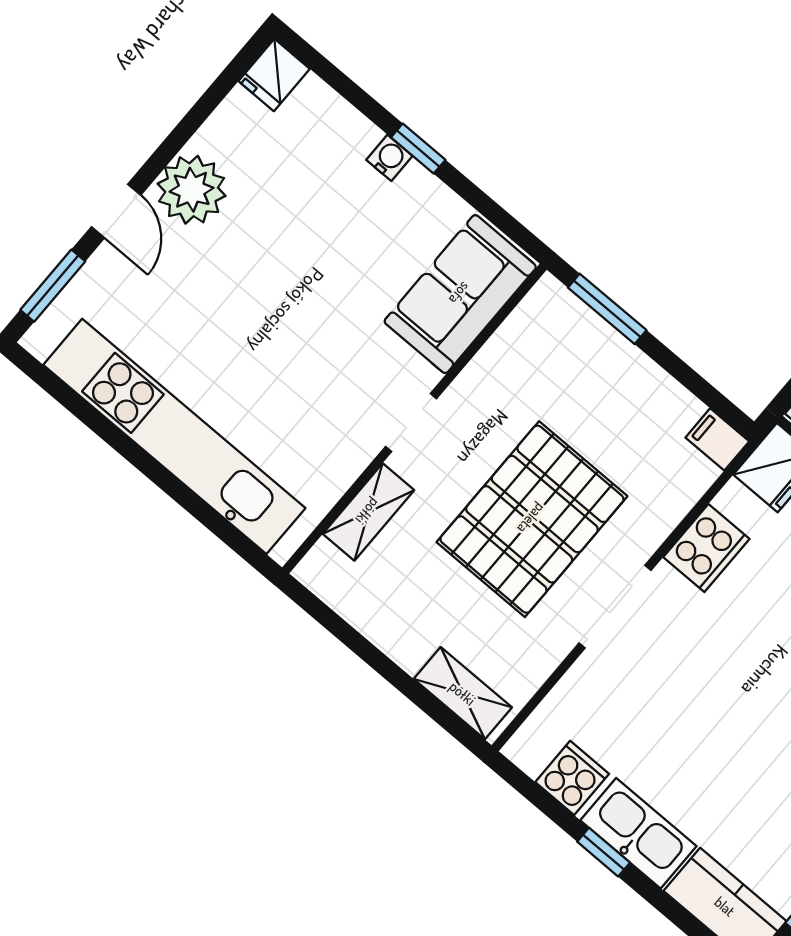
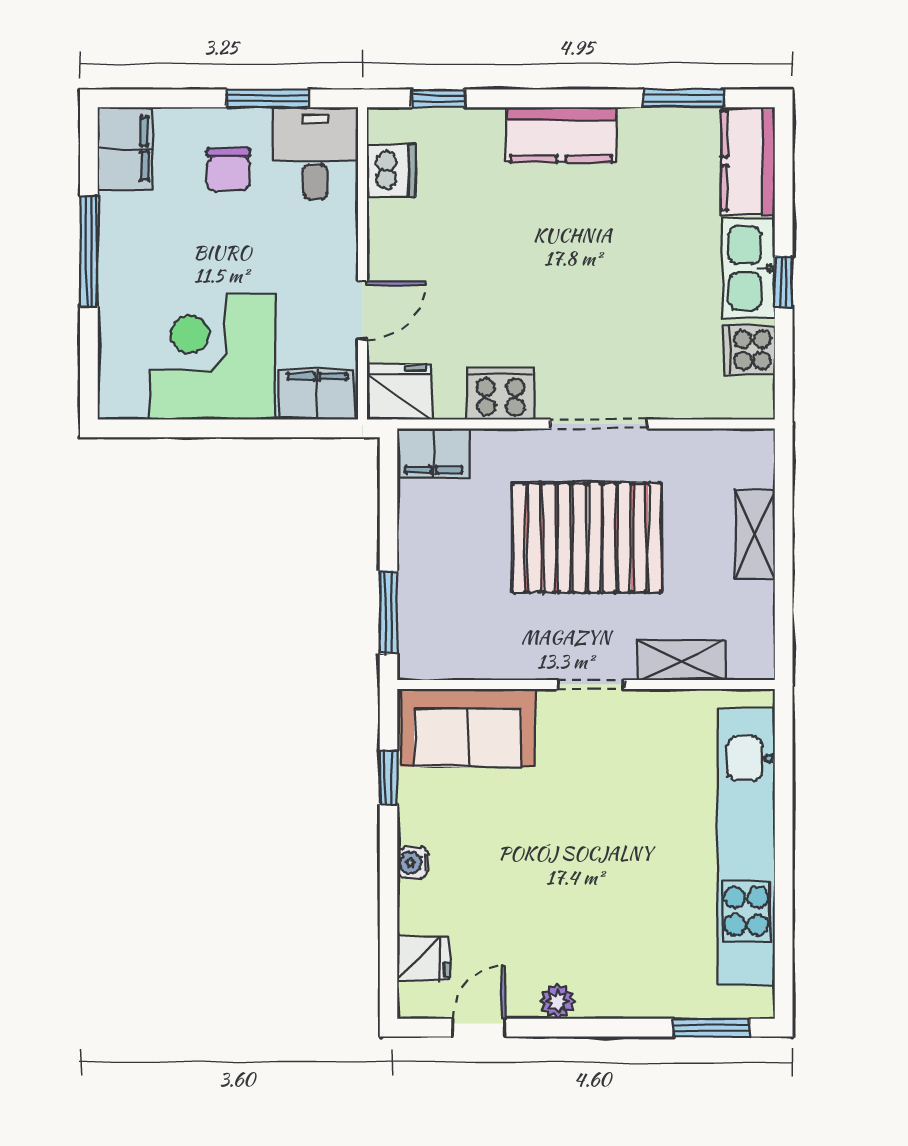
fridge: (274, 75) -> (424, 958), moved
window: (418, 149) -> (389, 777), moved
plant: (192, 190) -> (557, 1001), width x0.53, depth x0.53
door: (116, 211) -> (479, 1028), moved
filing cabinet: (717, 439) -> (434, 453), width x2.00
shelving: (463, 693) -> (755, 534), moved

